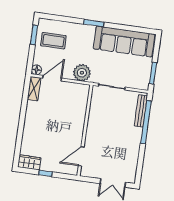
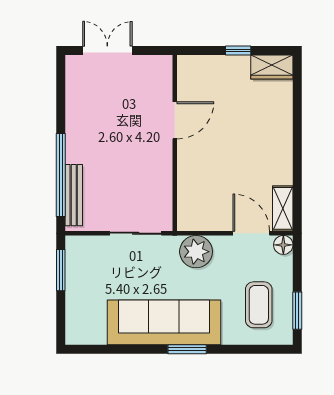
coffee table: (53, 41) -> (259, 305), turned 90
sofa: (124, 41) -> (164, 322), moved
door: (52, 78) -> (251, 233), swing flipped
door: (81, 156) -> (175, 120), moved

